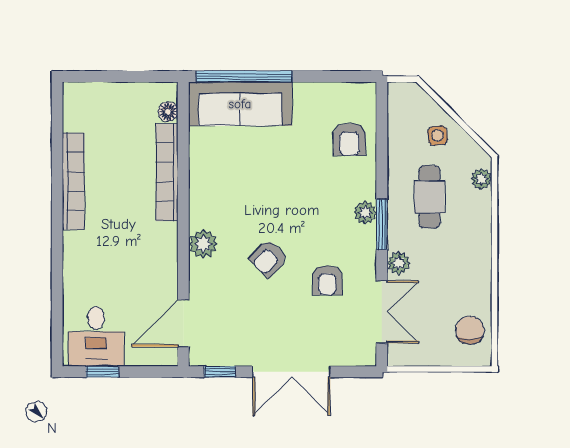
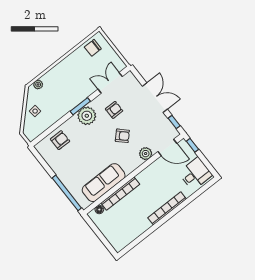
sofa: (240, 104) -> (104, 183), moved, turned -90
bookcase: (73, 181) -> (167, 208), moved
cafe table: (429, 197) -> (58, 97), removed
plant: (365, 213) -> (87, 116), width x1.88, depth x1.88
plant: (203, 244) -> (146, 154), moved
plant: (399, 263) -> (89, 90), removed
window: (102, 372) -> (192, 145), moved

